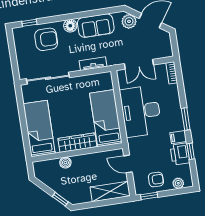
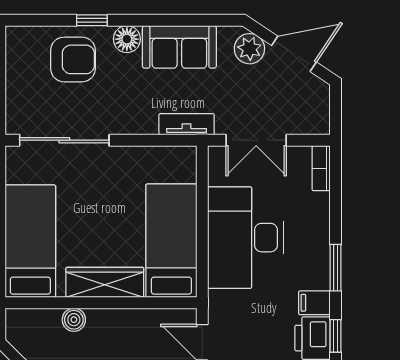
window: (29, 23) -> (92, 20), moved
tv unit: (93, 64) -> (186, 124), moved

